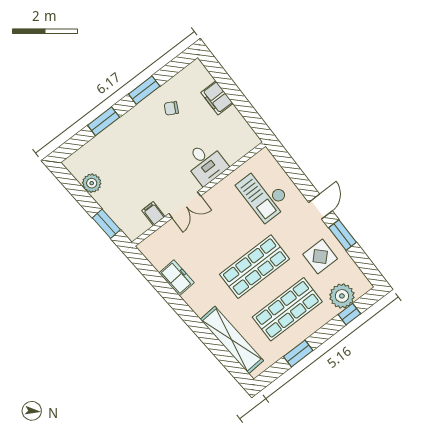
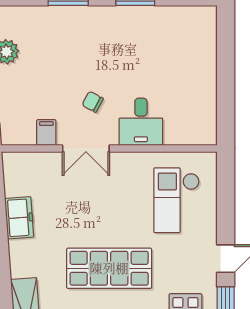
filing cabinet: (217, 98) -> (205, 63), removed
chair: (171, 108) -> (93, 102), moved

